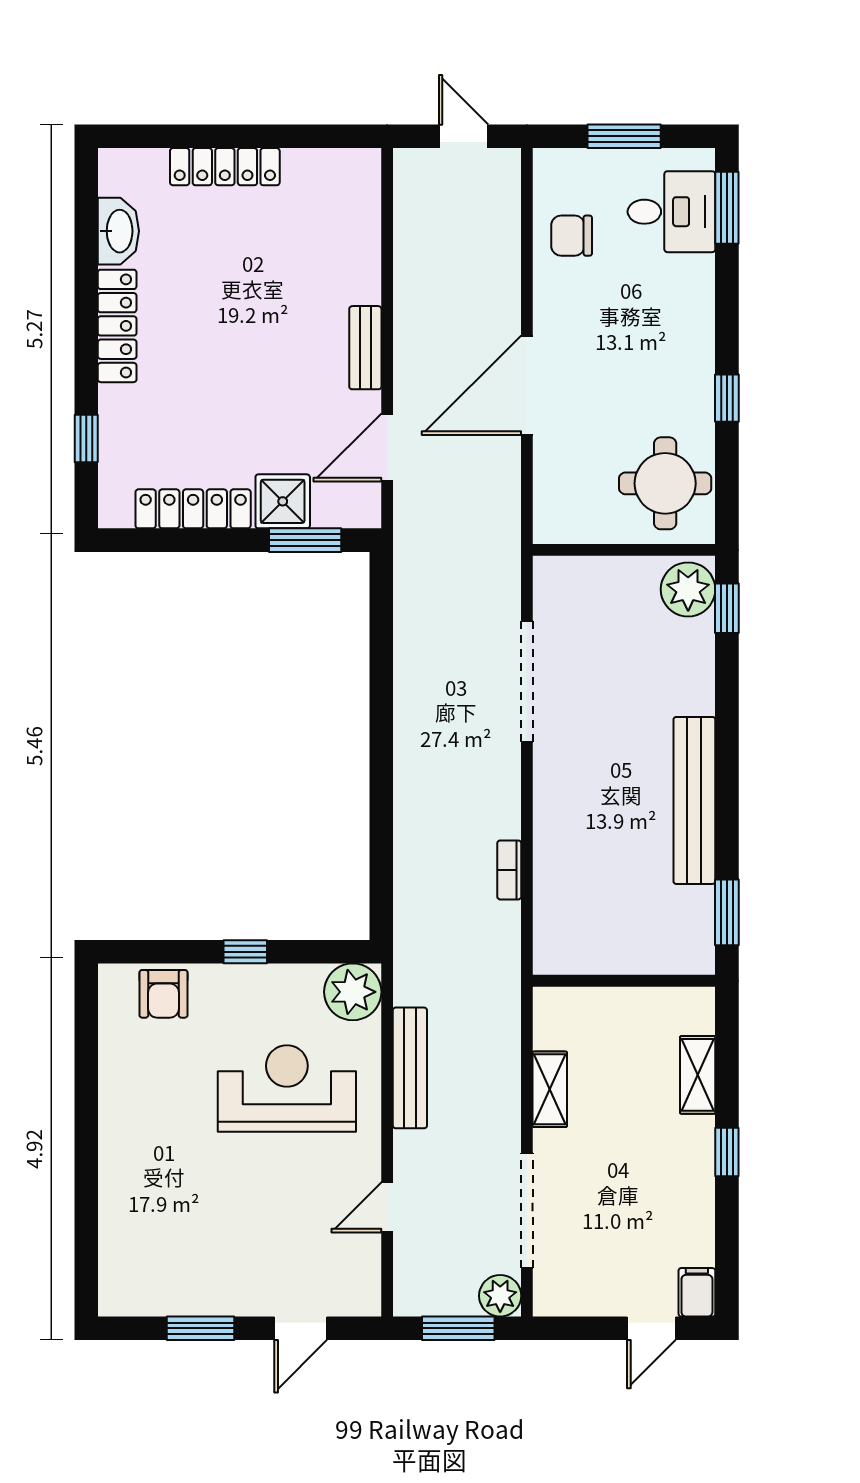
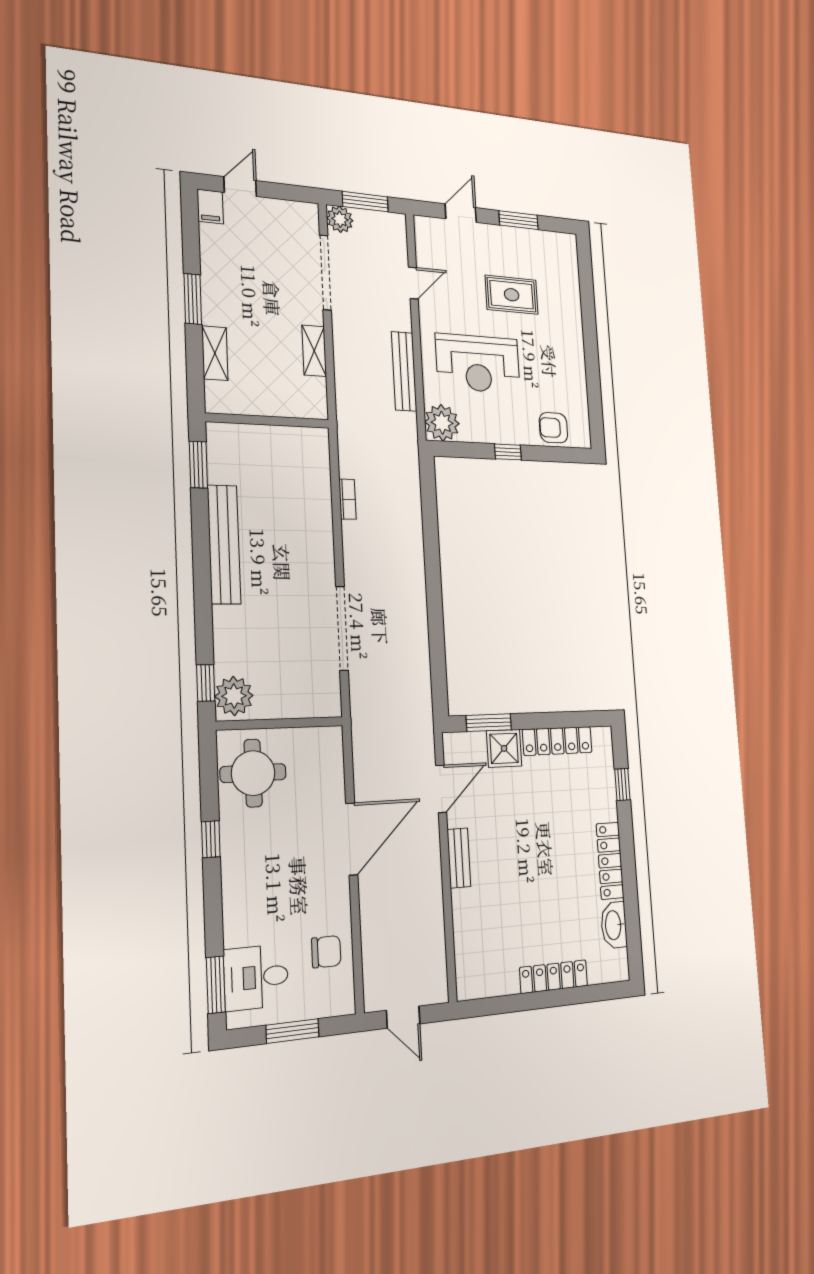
armchair: (163, 994) -> (553, 428), turned -90
window: (727, 1152) -> (193, 299), width x1.50
rug: (221, 1204) -> (512, 295), added

